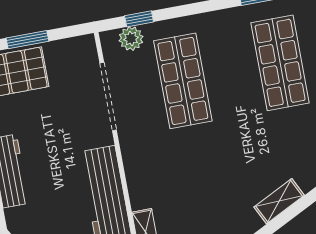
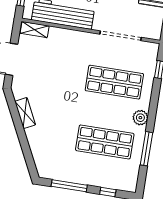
plant: (131, 39) -> (140, 118), moved

